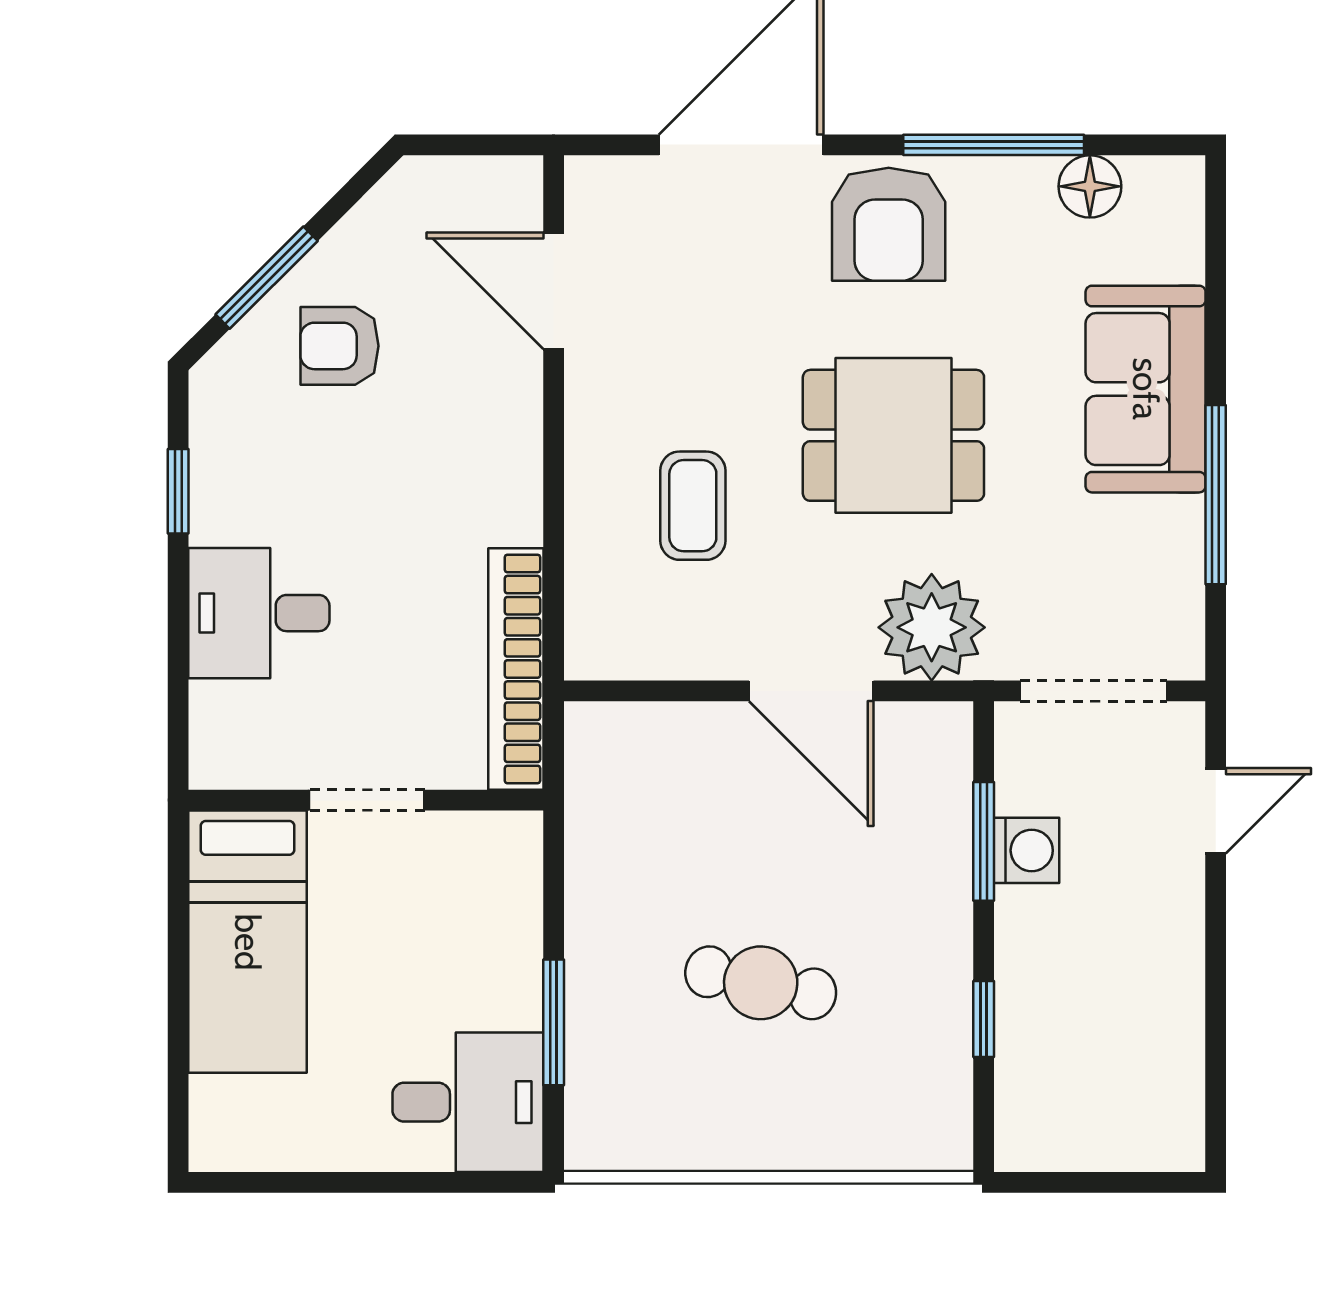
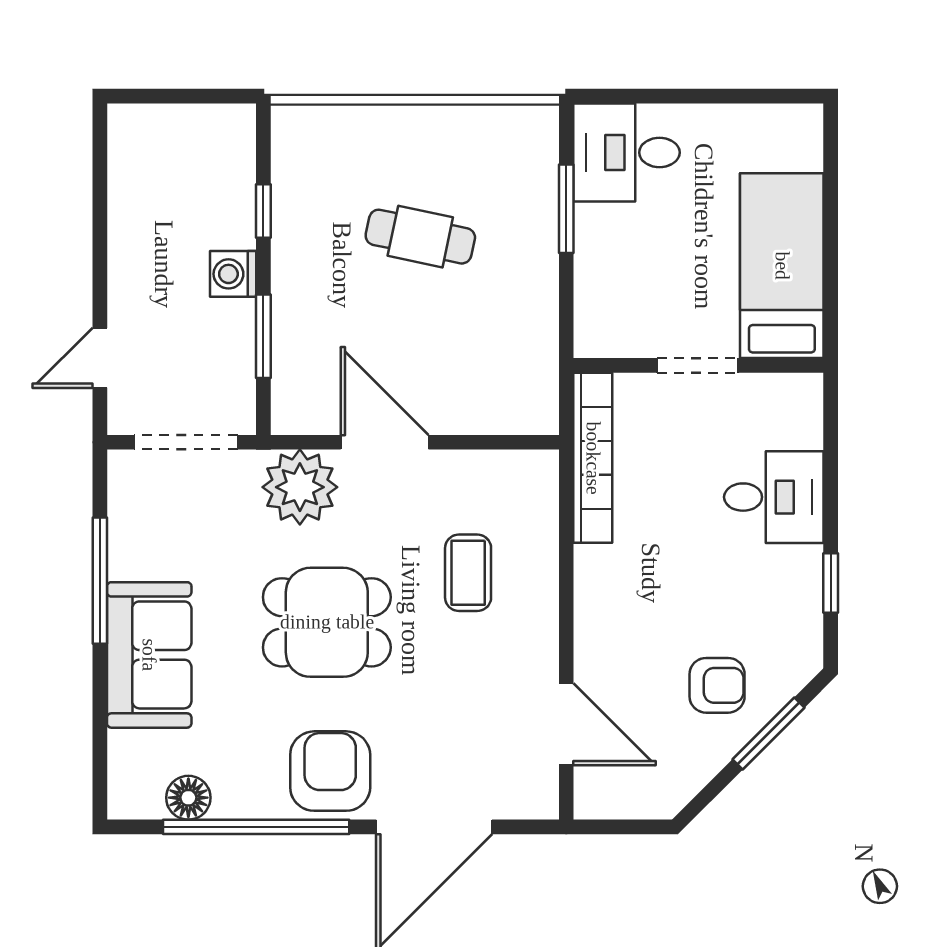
window: (994, 145) -> (256, 827), width x1.46
washing machine: (1026, 850) -> (233, 274), moved

